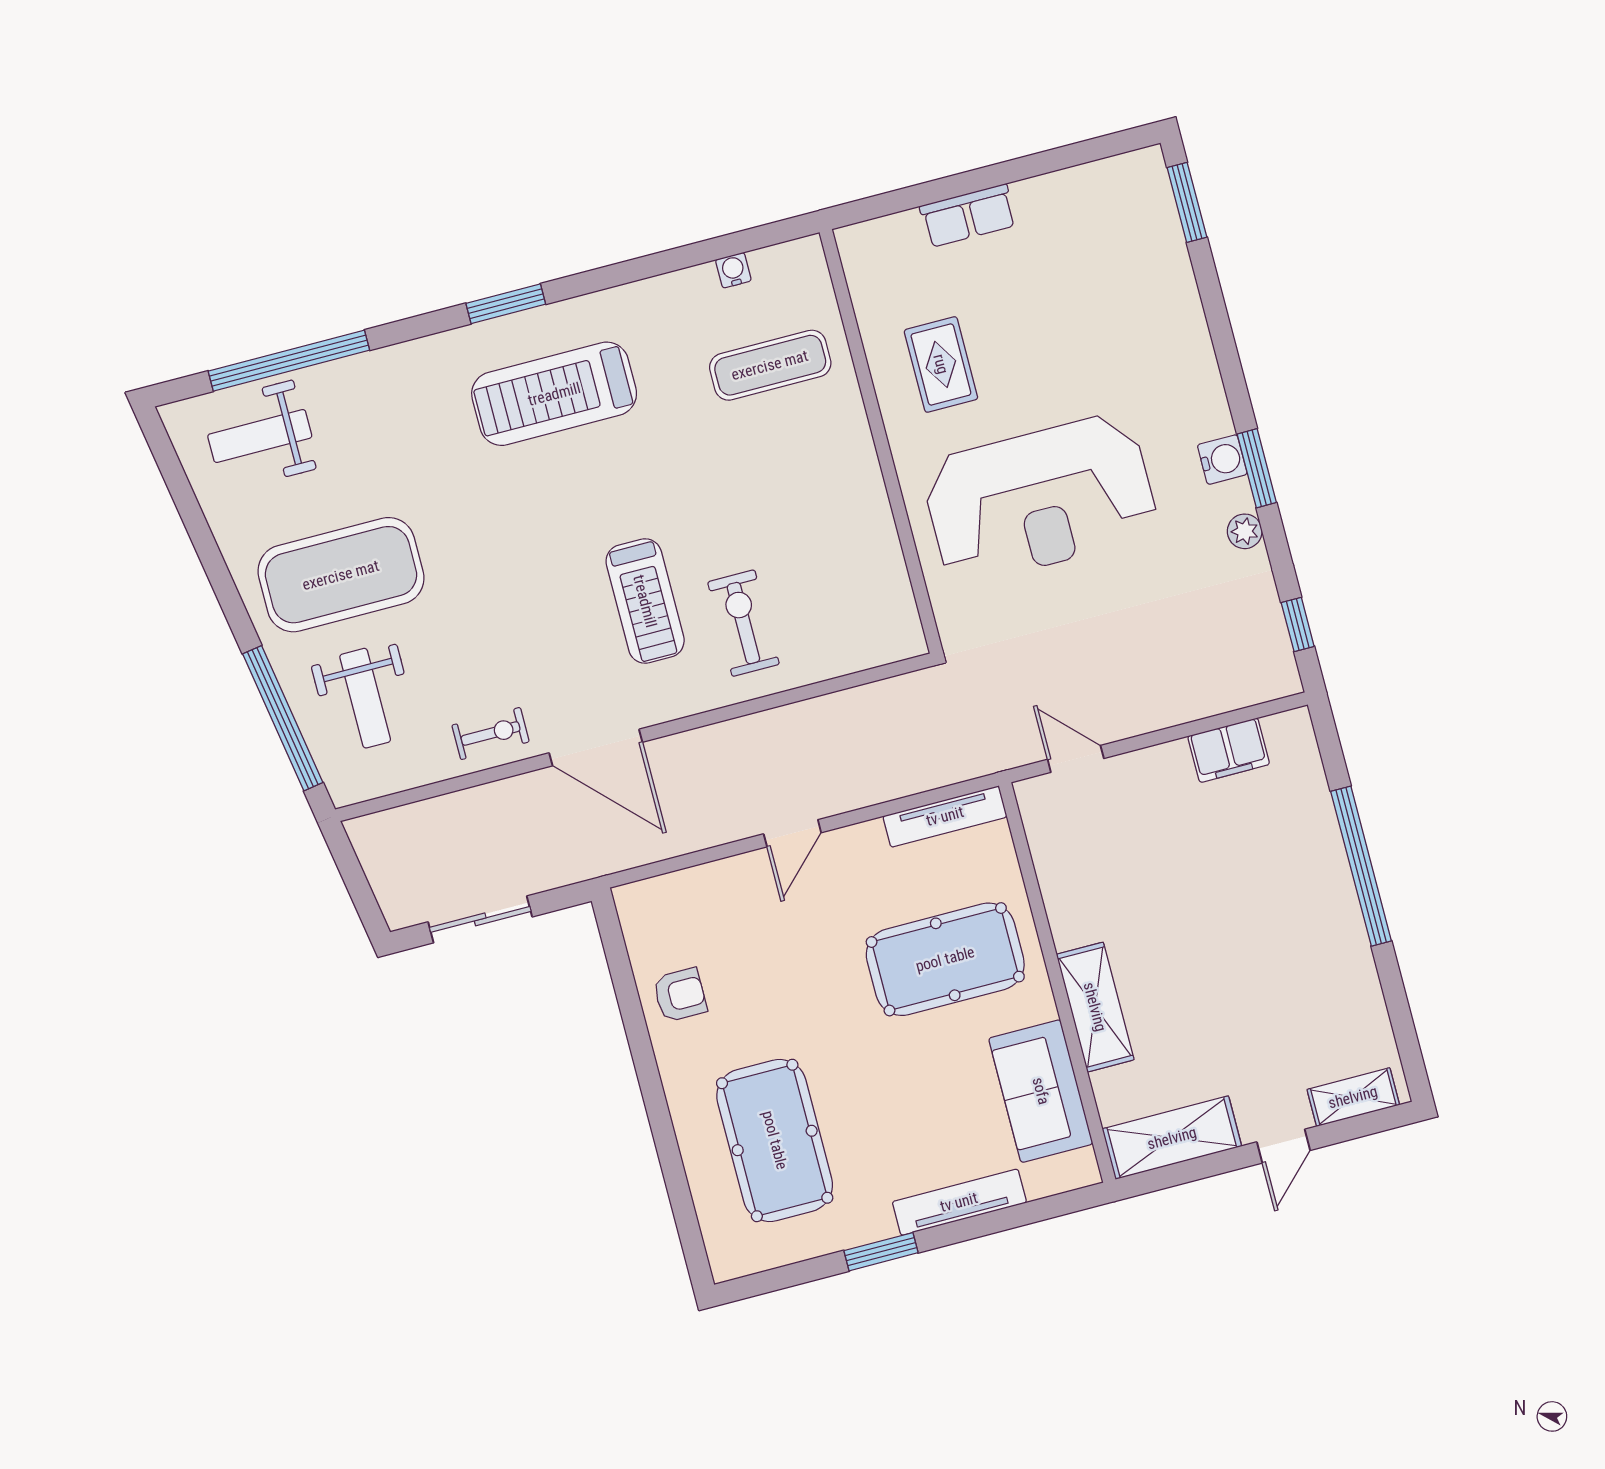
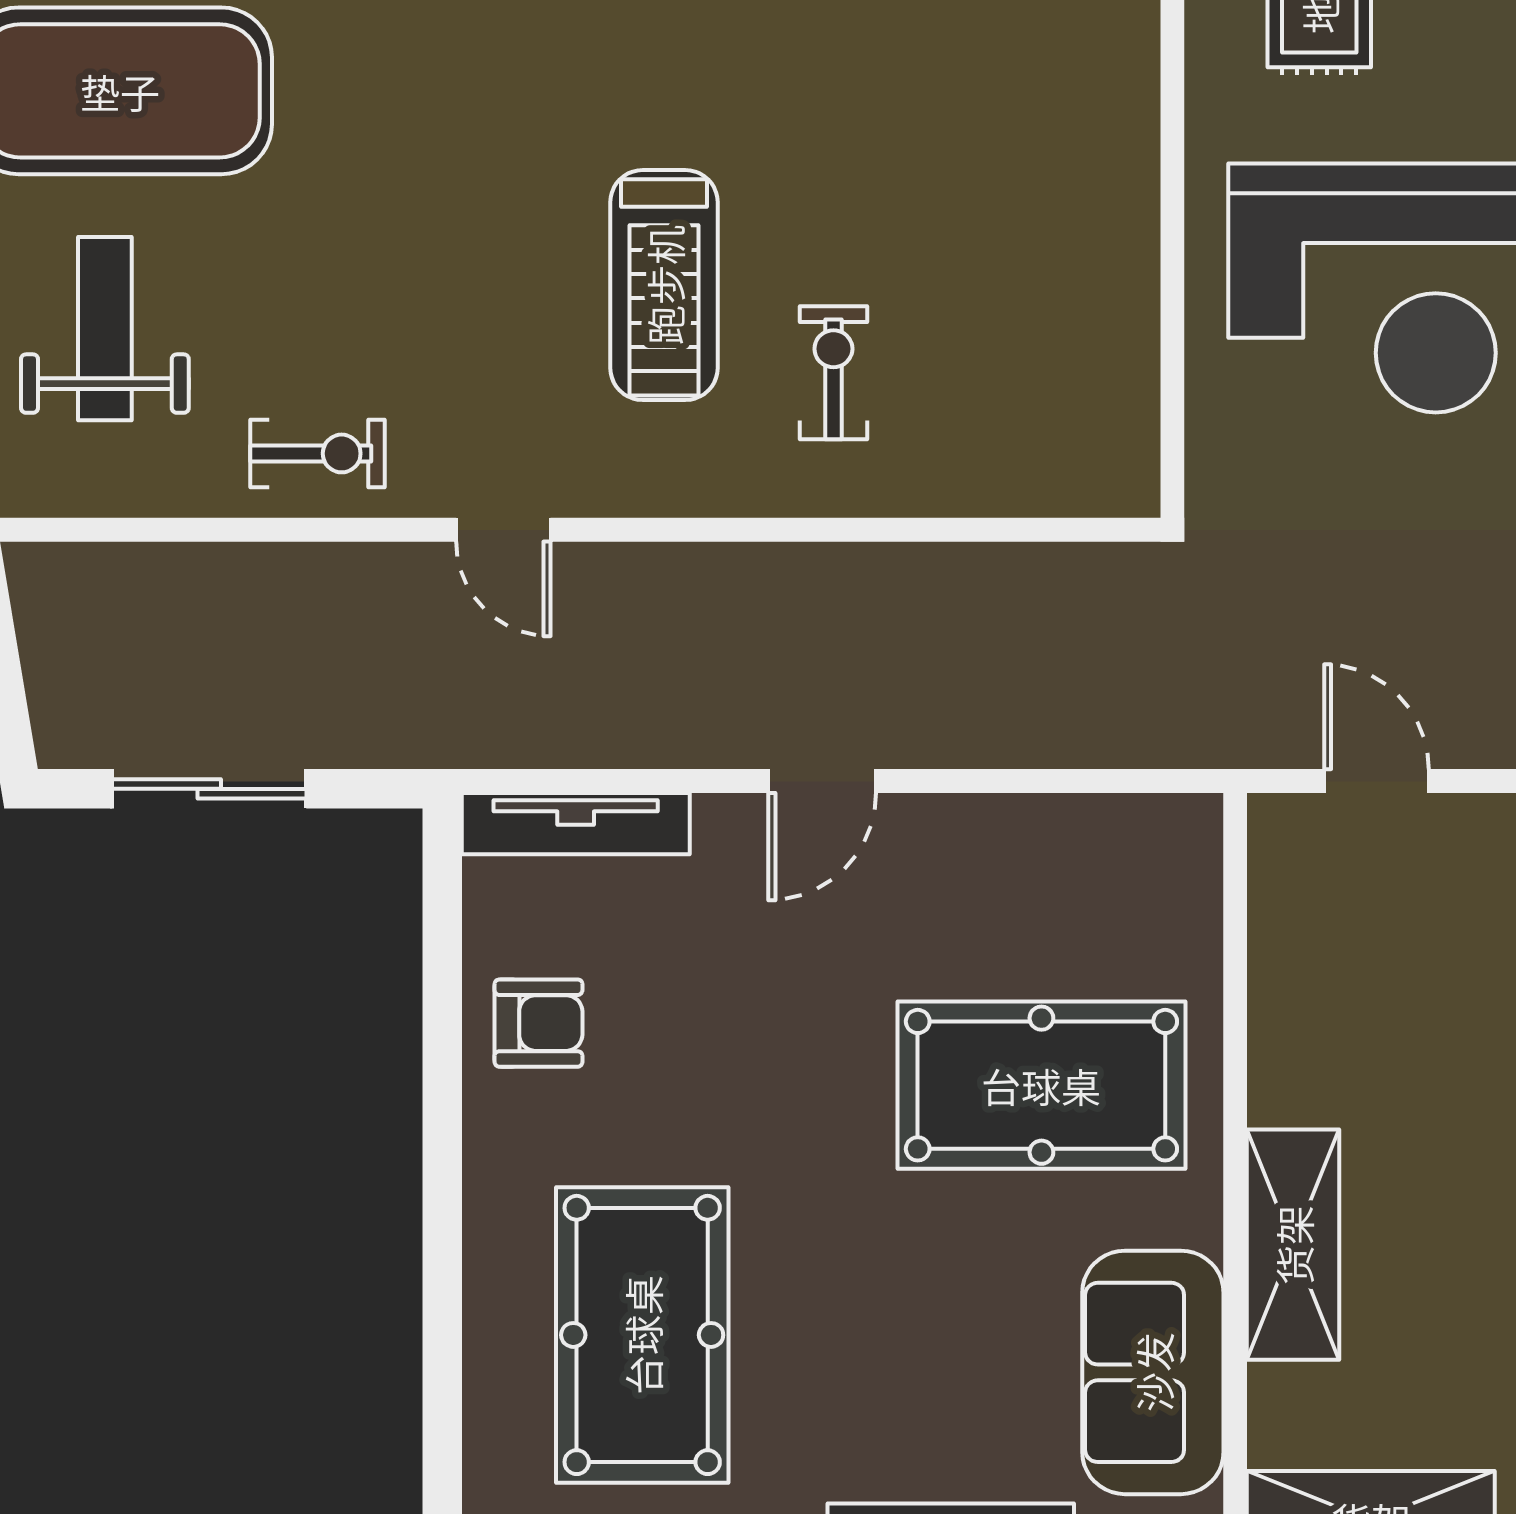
exercise bike: (743, 623) -> (833, 373), width x0.73, depth x0.72
weight bench: (365, 698) -> (105, 329), turned 180
door: (596, 748) -> (503, 530), width x0.53
tv unit: (945, 816) -> (576, 824), moved

